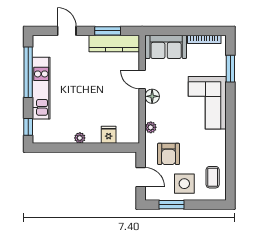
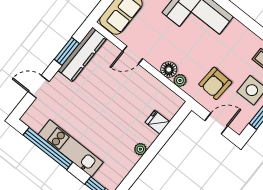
floor lamp: (152, 96) -> (169, 70), moved
armchair: (169, 154) -> (215, 83), turned 93

